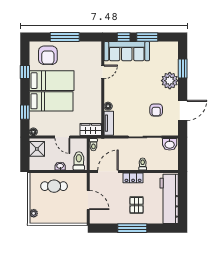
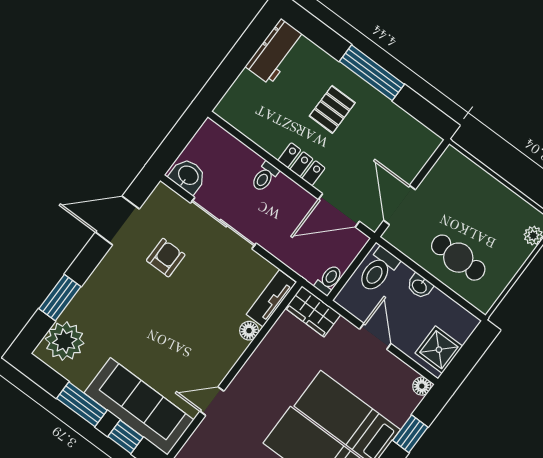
plant: (170, 81) -> (65, 341), moved
workbench: (169, 199) -> (276, 52), width x0.53, depth x0.76
door: (88, 200) -> (400, 205), moved

